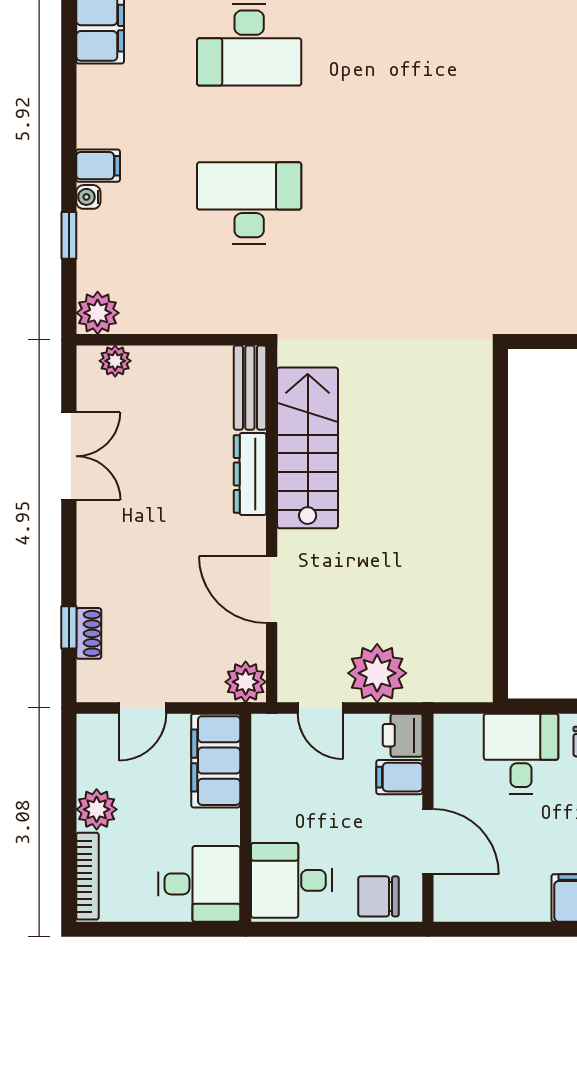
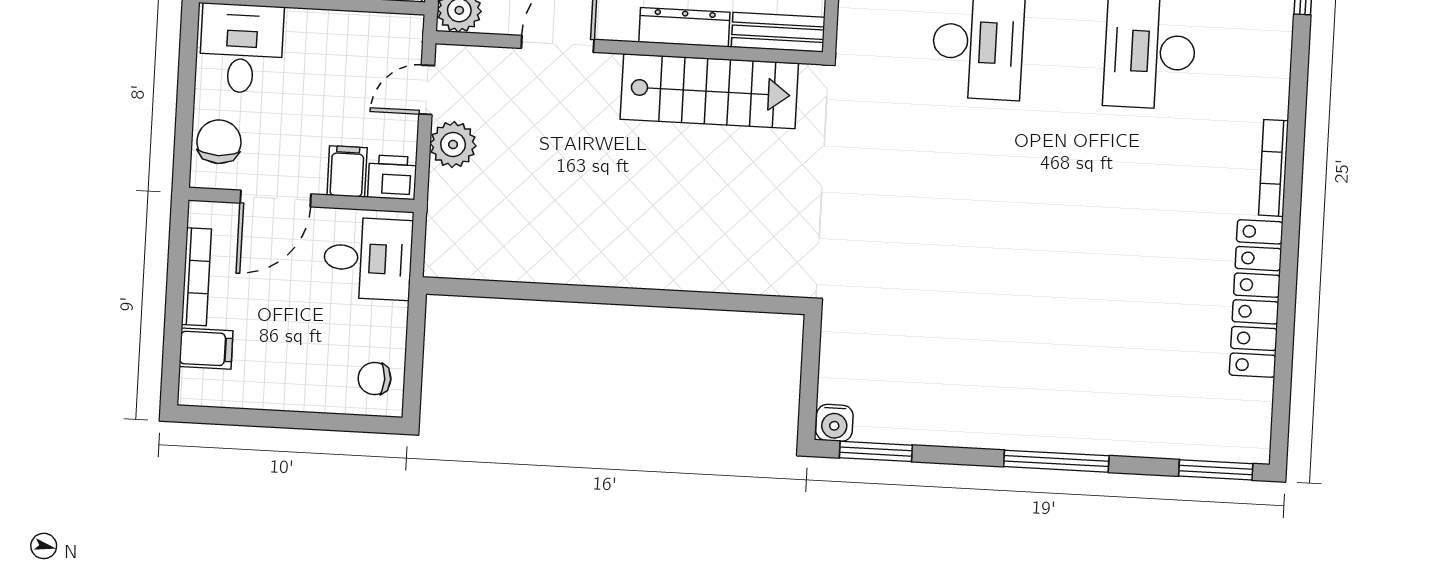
plant: (377, 673) -> (453, 145), width x0.73, depth x0.73
desk: (521, 754) -> (368, 258), moved
bookcase: (504, 910) -> (196, 277), added

